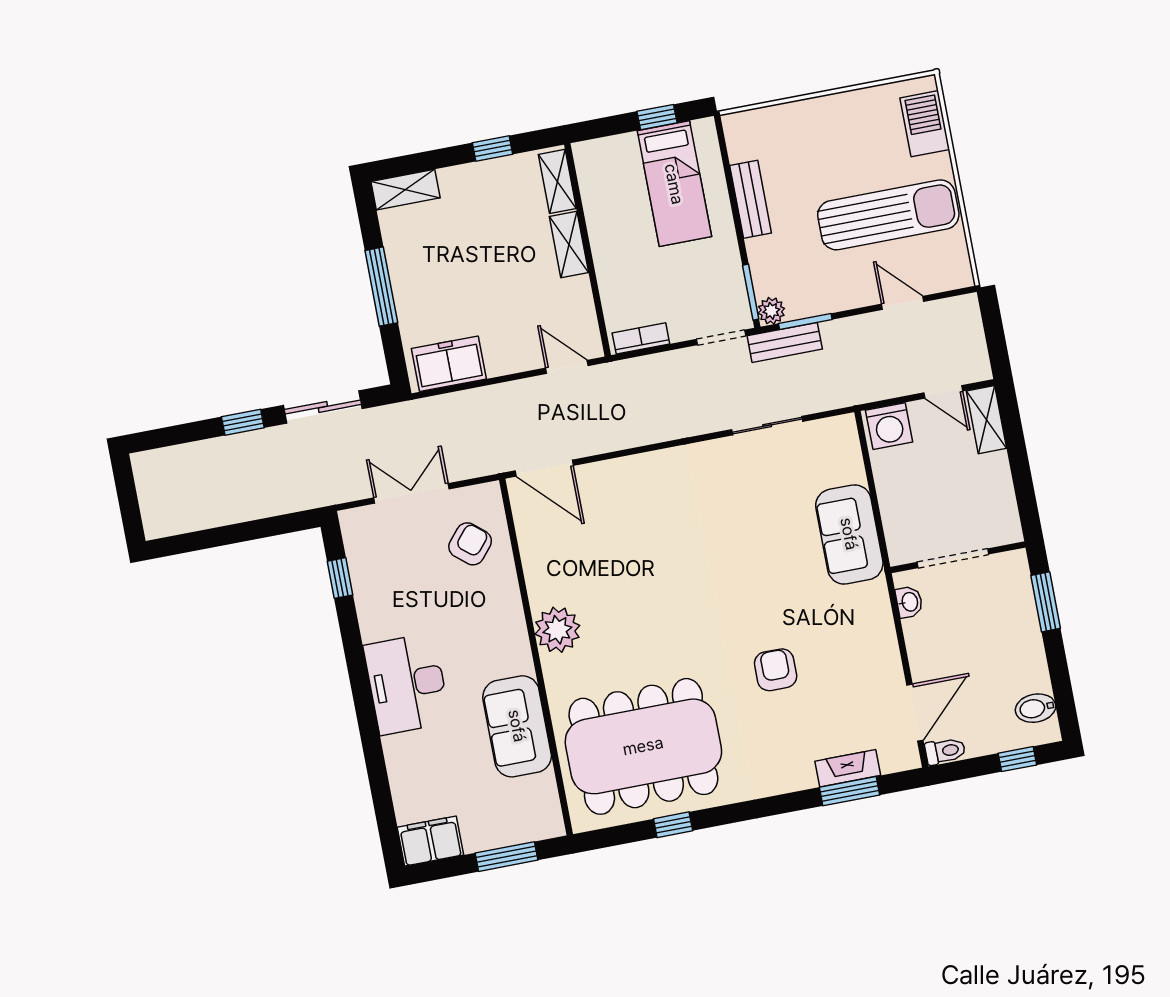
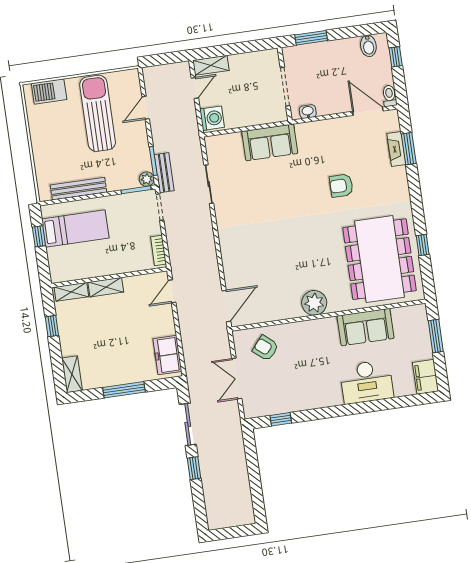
bench: (751, 199) -> (78, 189), width x1.36
desk: (407, 684) -> (367, 382), moved

